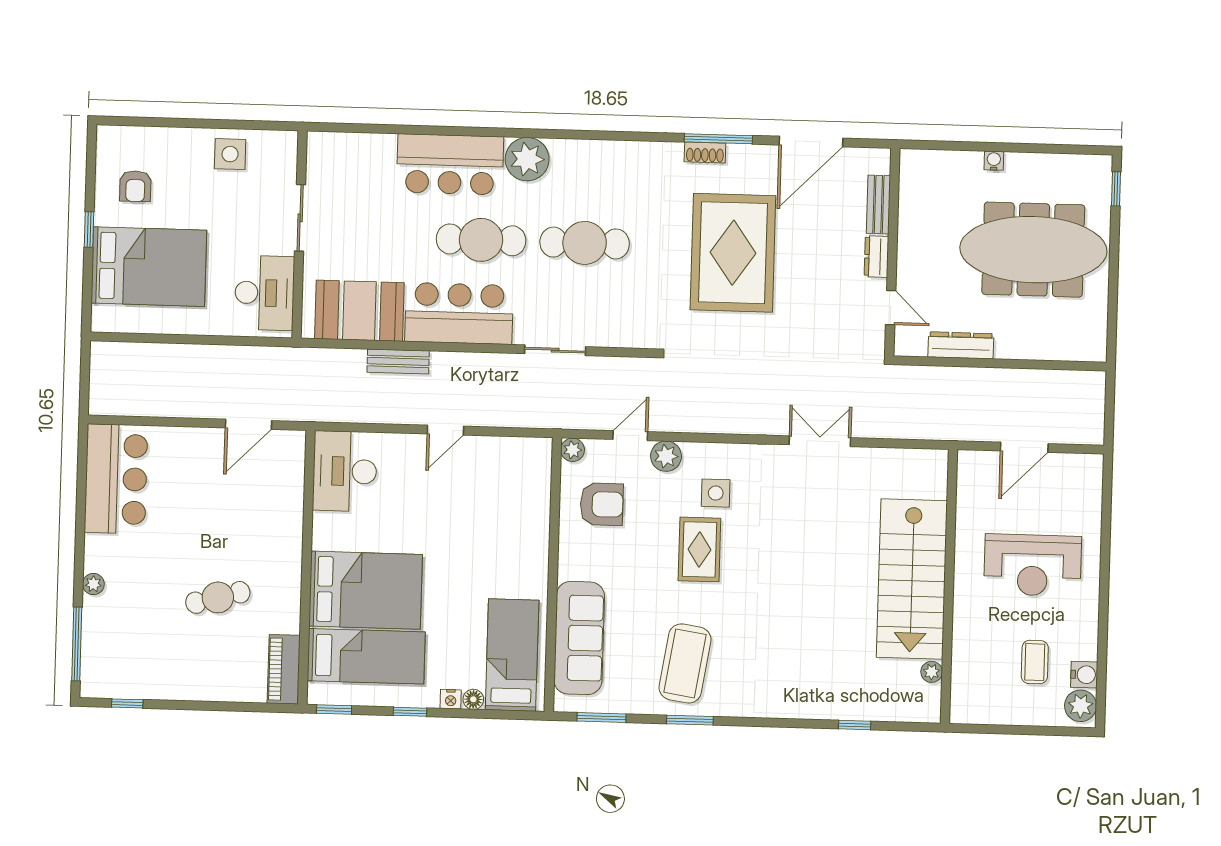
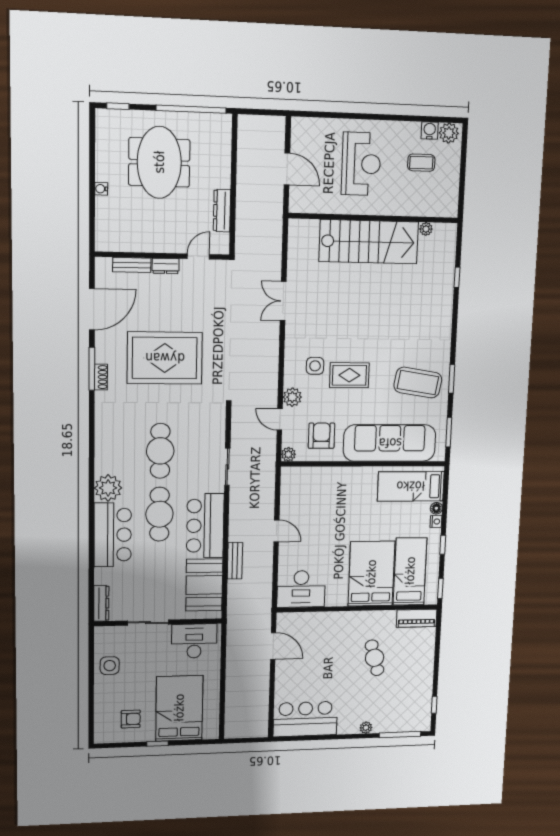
door: (811, 142) -> (92, 309), hinge flipped
dresser: (337, 143) -> (101, 603), added
meeting table: (1033, 250) -> (159, 162), width x0.73
window: (1113, 300) -> (191, 109), added
sofa: (579, 638) -> (390, 443), width x1.36, depth x1.27

